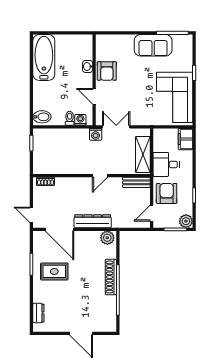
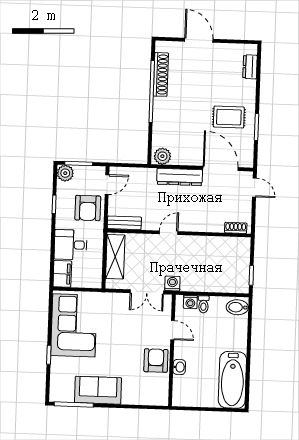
desk: (166, 164) -> (71, 245), moved, turned 180
shoe rack: (111, 277) -> (161, 74), moved

